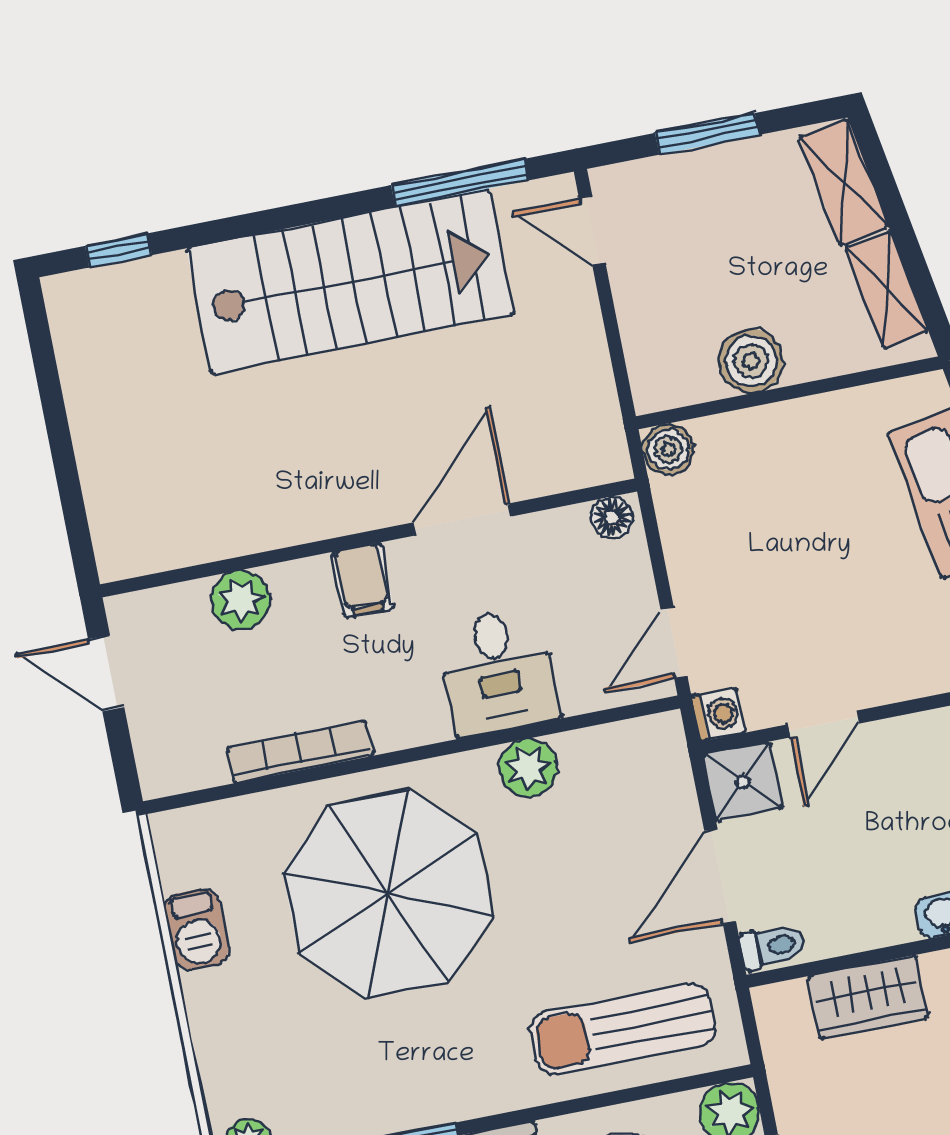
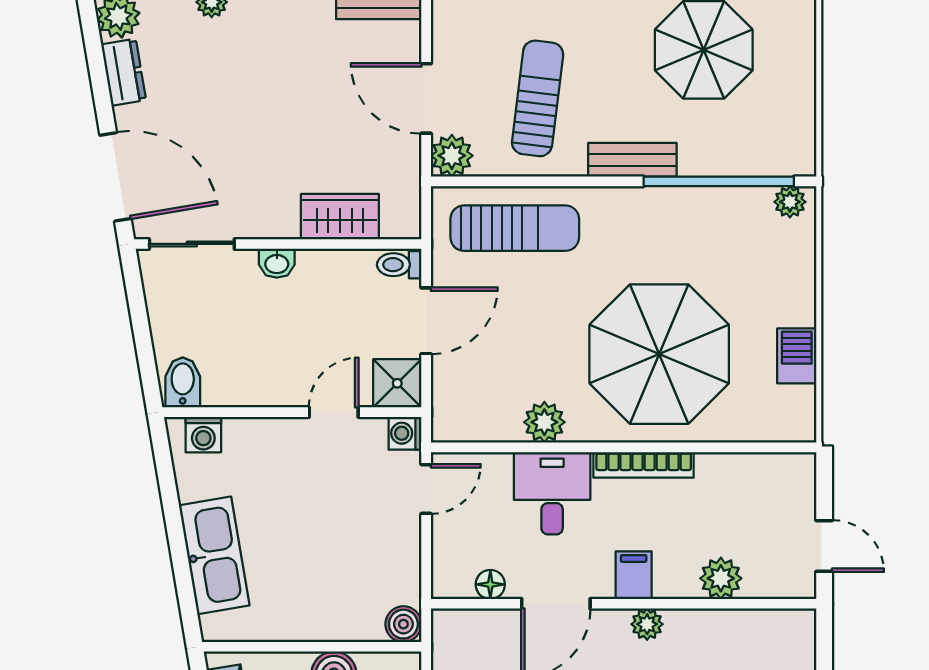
plant: (330, 516) -> (647, 624), added
floor lamp: (612, 518) -> (490, 584), moved
bookcase: (300, 752) -> (644, 465), moved

